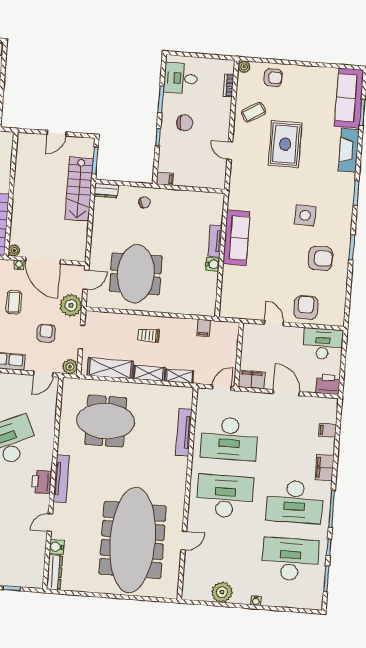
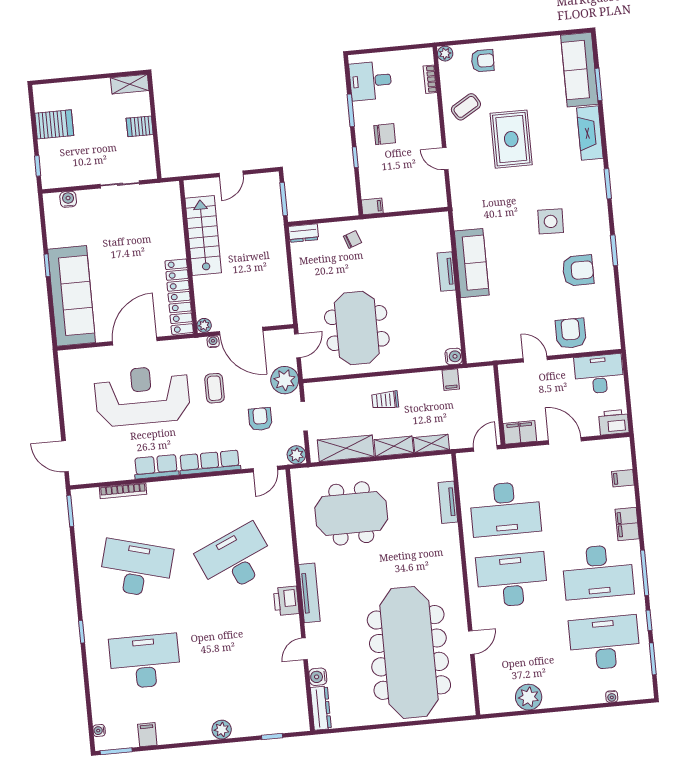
stairs: (79, 189) -> (203, 235), moved, turned 180
water cooler: (213, 264) -> (454, 356), moved
tv unit: (184, 432) -> (448, 502), width x0.71
water cooler: (256, 601) -> (612, 696), moved

